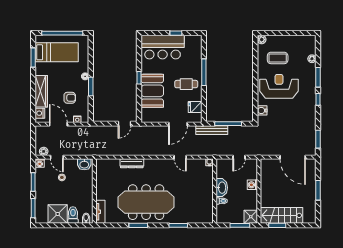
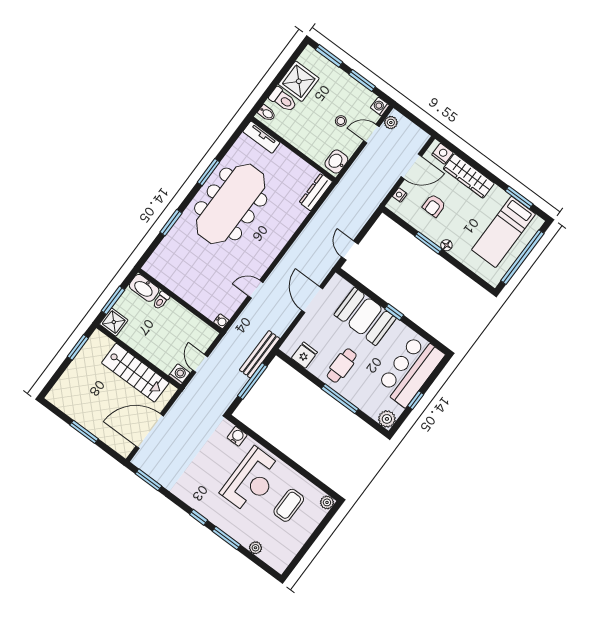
plant: (196, 41) -> (387, 419), added
door: (178, 124) -> (312, 300), moved
dresser: (132, 163) -> (316, 192), moved
washing machine: (252, 185) -> (179, 374), moved
washbasin: (222, 188) -> (144, 288), moved
stairs: (281, 215) -> (135, 373), moved, turned 90

